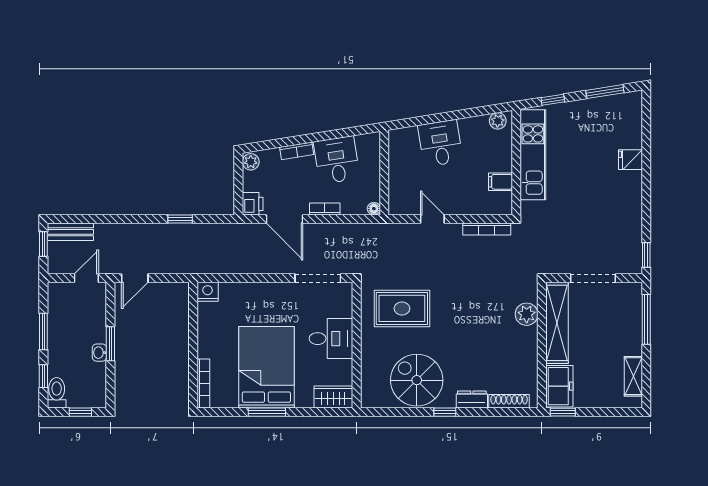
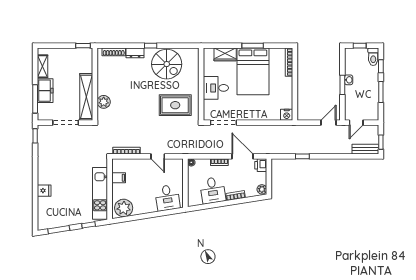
plant: (498, 121) -> (124, 208), width x1.87, depth x1.87
desk: (440, 143) -> (167, 198), moved
freezer: (559, 386) -> (45, 91), moved, turned 180
wardrobe: (333, 397) -> (225, 54), moved

